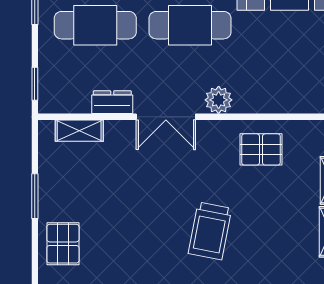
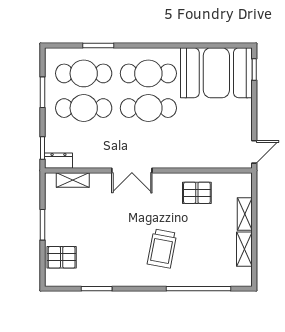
plant: (219, 100) -> (168, 159), removed
dresser: (112, 102) -> (58, 161), moved
pallet: (63, 244) -> (62, 257), turned 90

